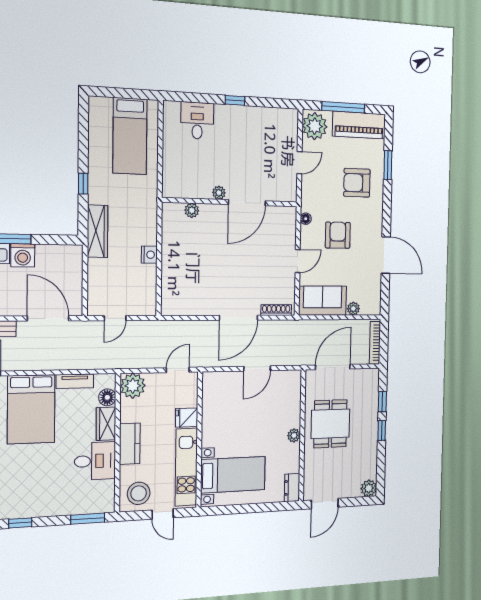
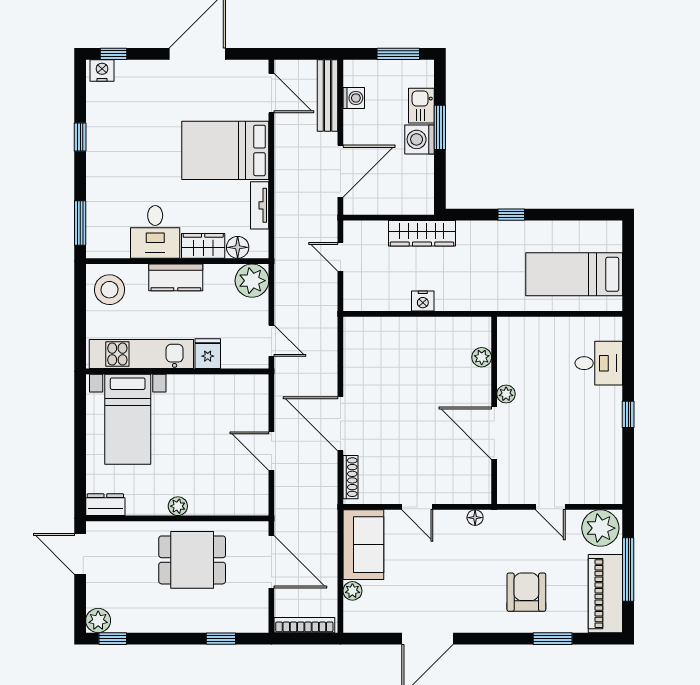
wardrobe: (97, 231) -> (422, 233), moved
armchair: (338, 235) -> (454, 565), removed
window: (382, 430) -> (113, 639), moved
door: (163, 514) -> (80, 322), removed

